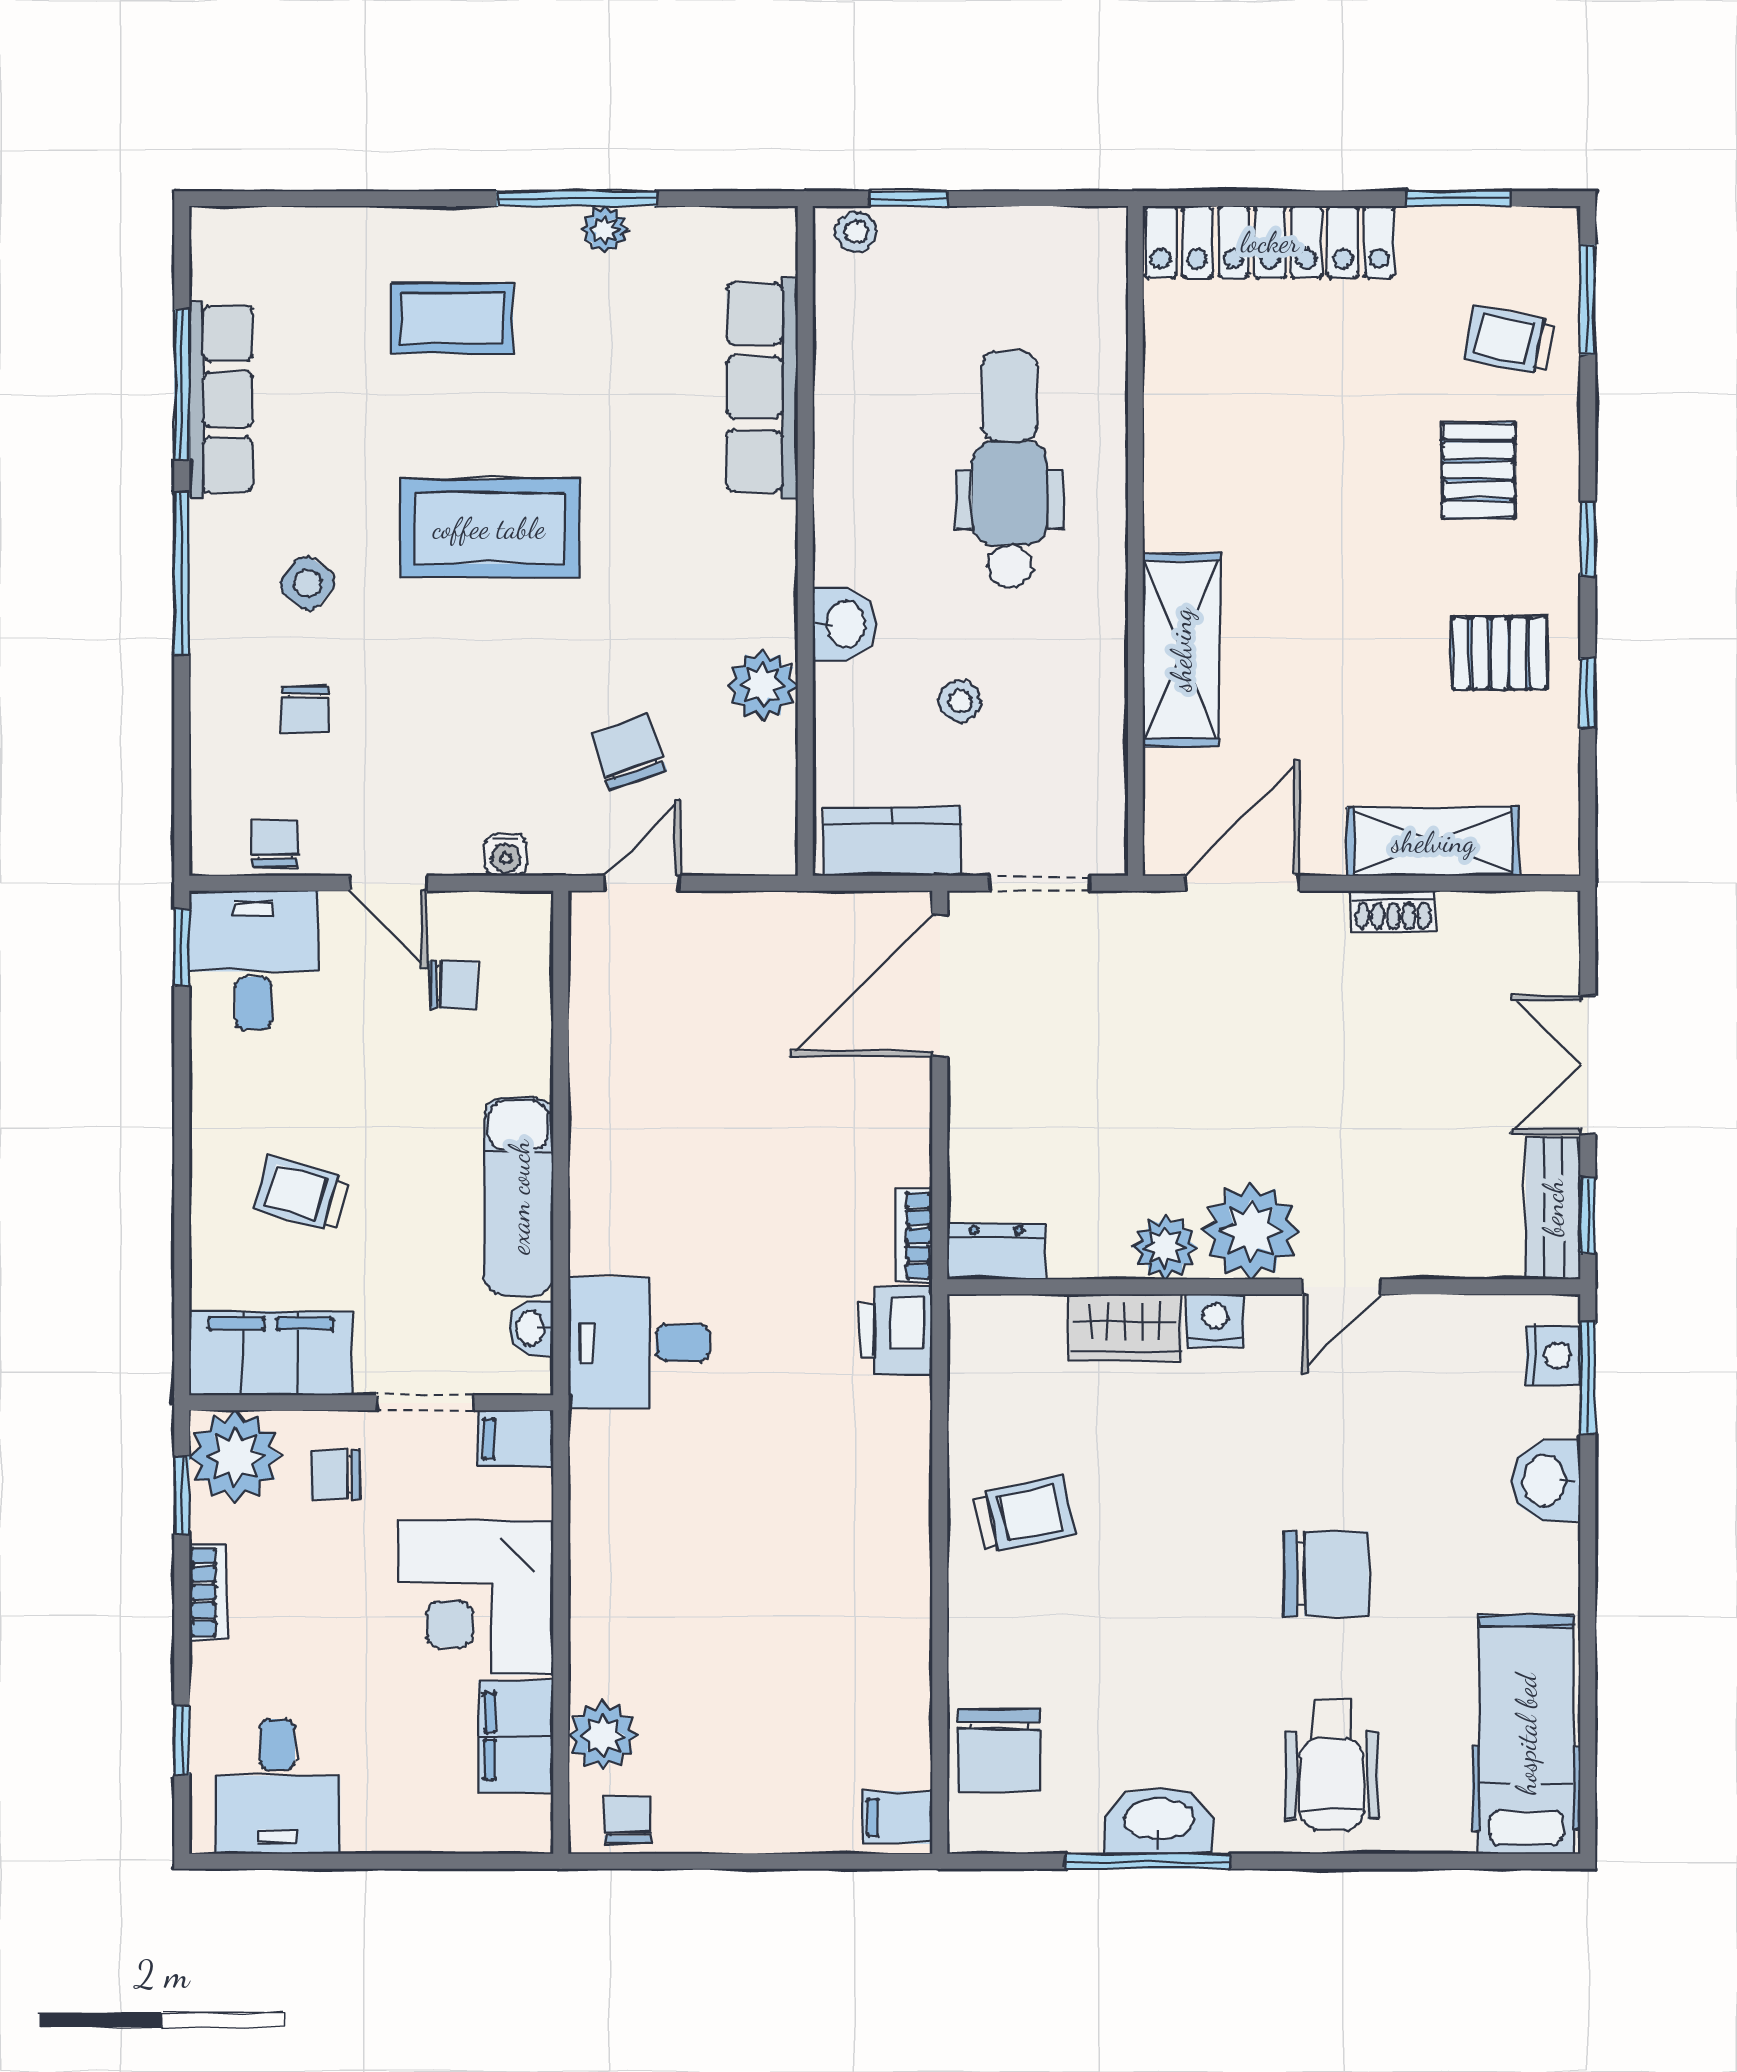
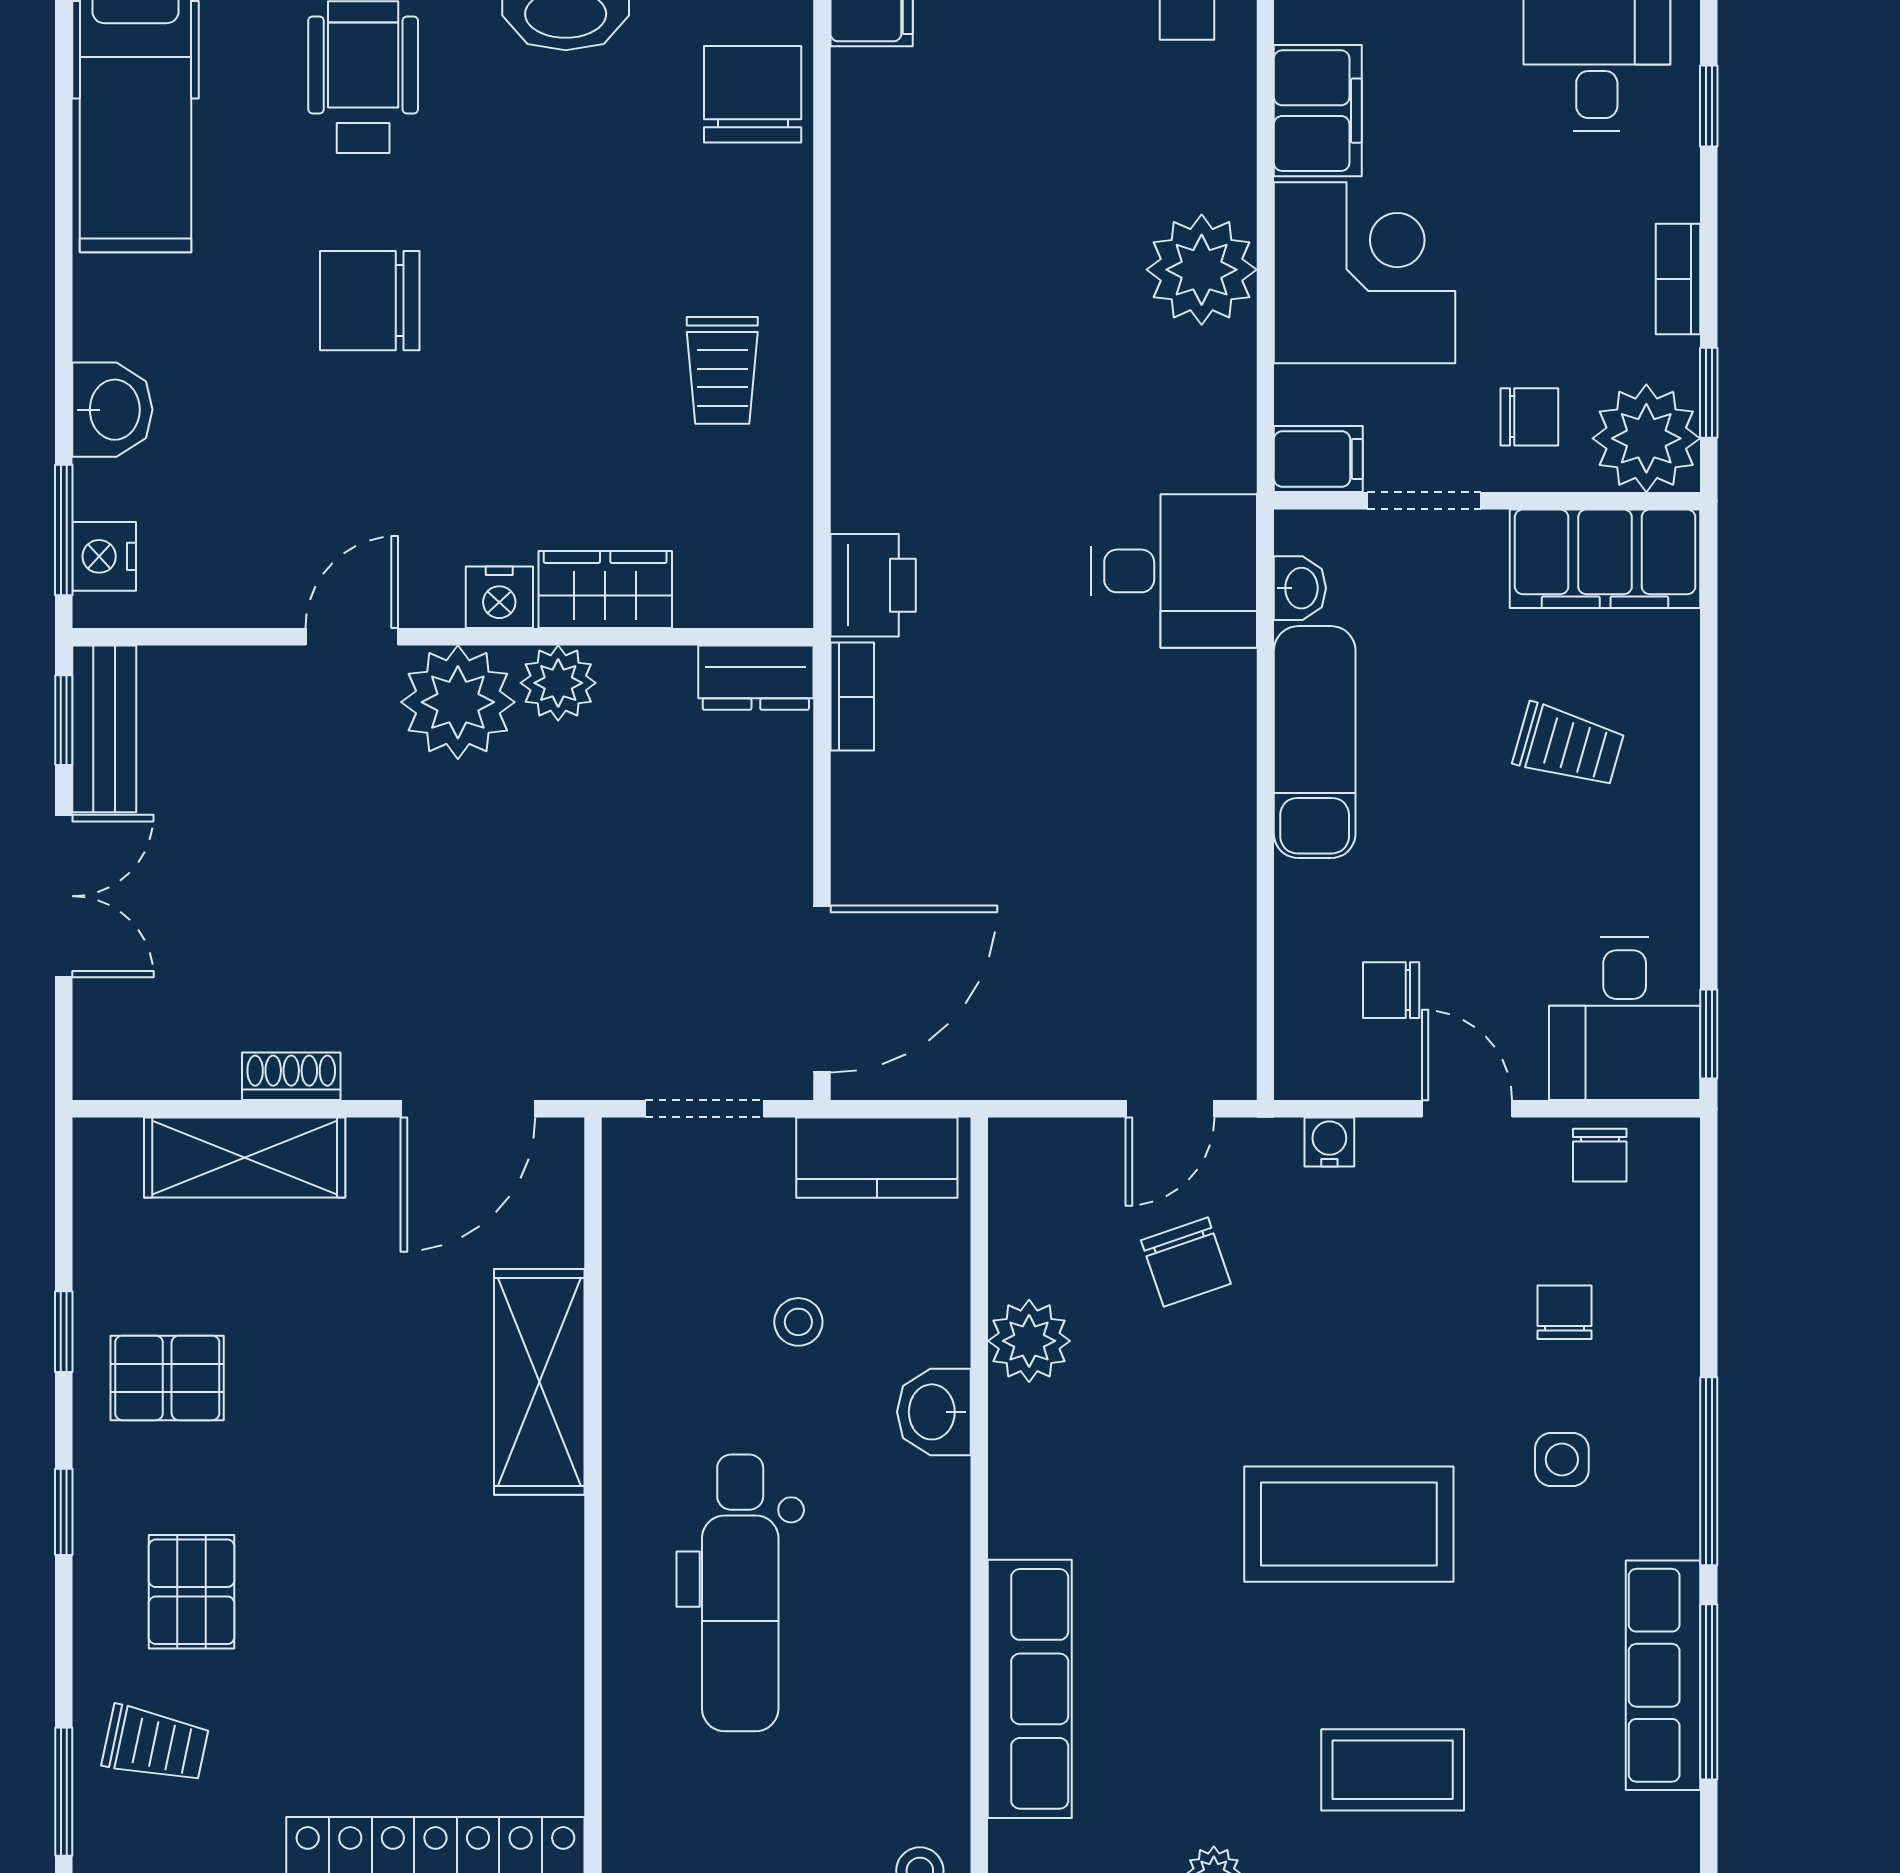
side table: (307, 583) -> (1562, 1460), turned -38
trolley: (1025, 1514) -> (722, 370), turned -77
plant: (603, 1735) -> (1202, 270), moved, width x1.36, depth x1.36

